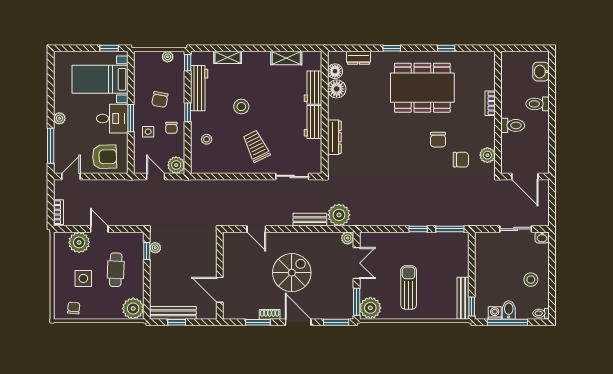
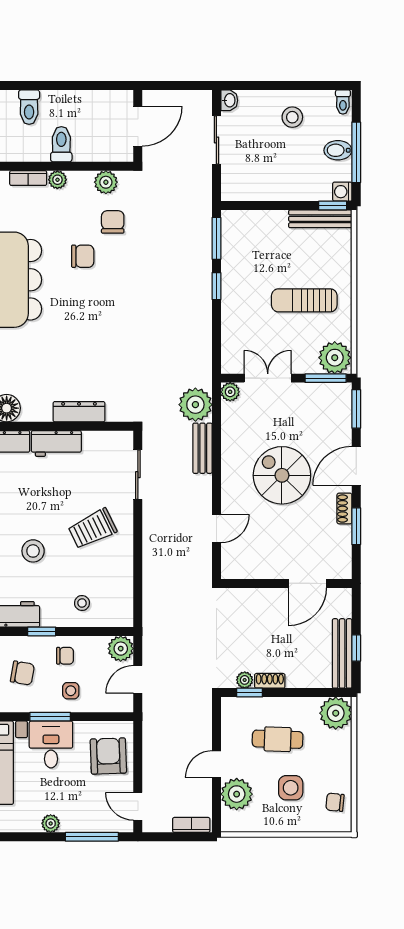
plant: (489, 123) -> (57, 180), added
shoe rack: (155, 265) -> (270, 681), added
washing machine: (495, 313) -> (342, 192), moved

